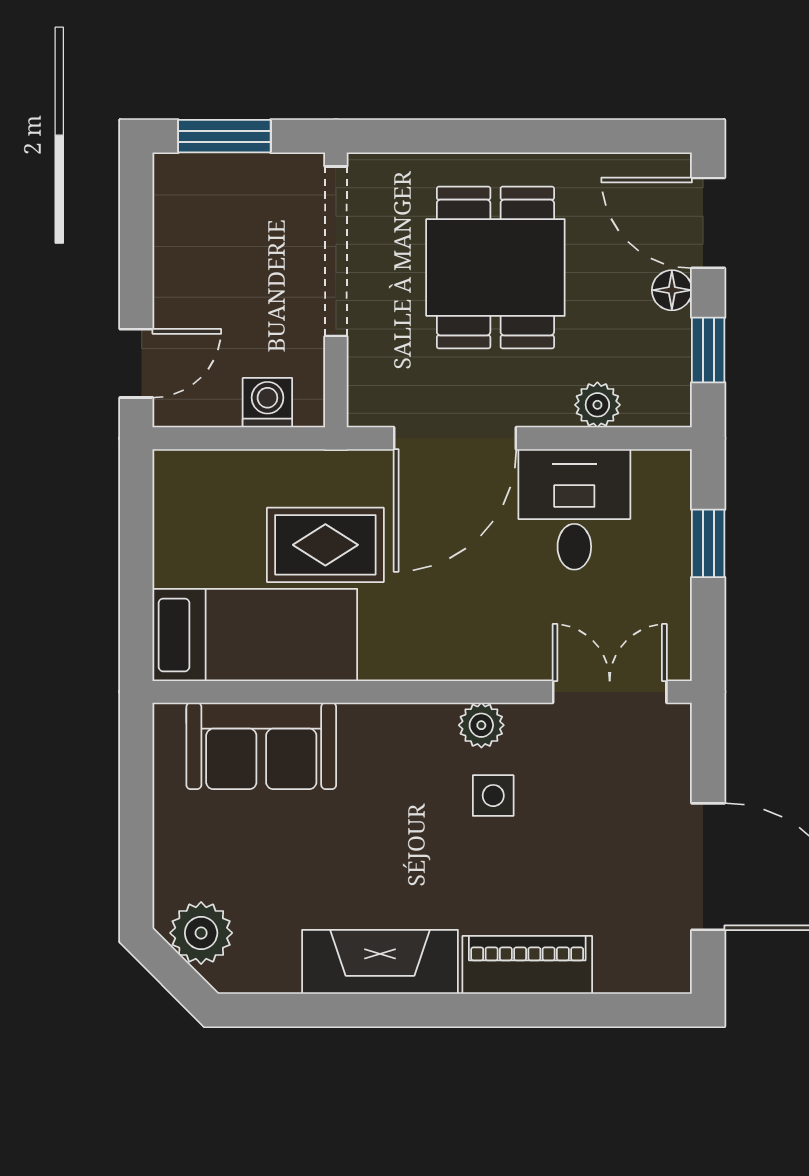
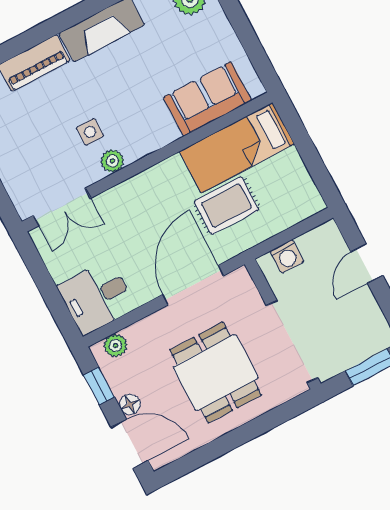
door: (136, 363) -> (367, 263), moved
plant: (597, 405) -> (115, 345), moved
desk: (574, 509) -> (97, 297), moved, turned 90
window: (708, 543) -> (53, 298), removed

